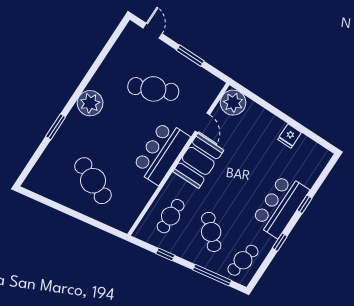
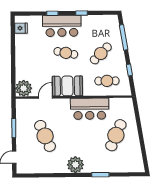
fridge: (289, 136) -> (21, 28), moved
bar counter: (161, 152) -> (90, 109), moved
cafe table: (243, 260) -> (66, 53), moved

